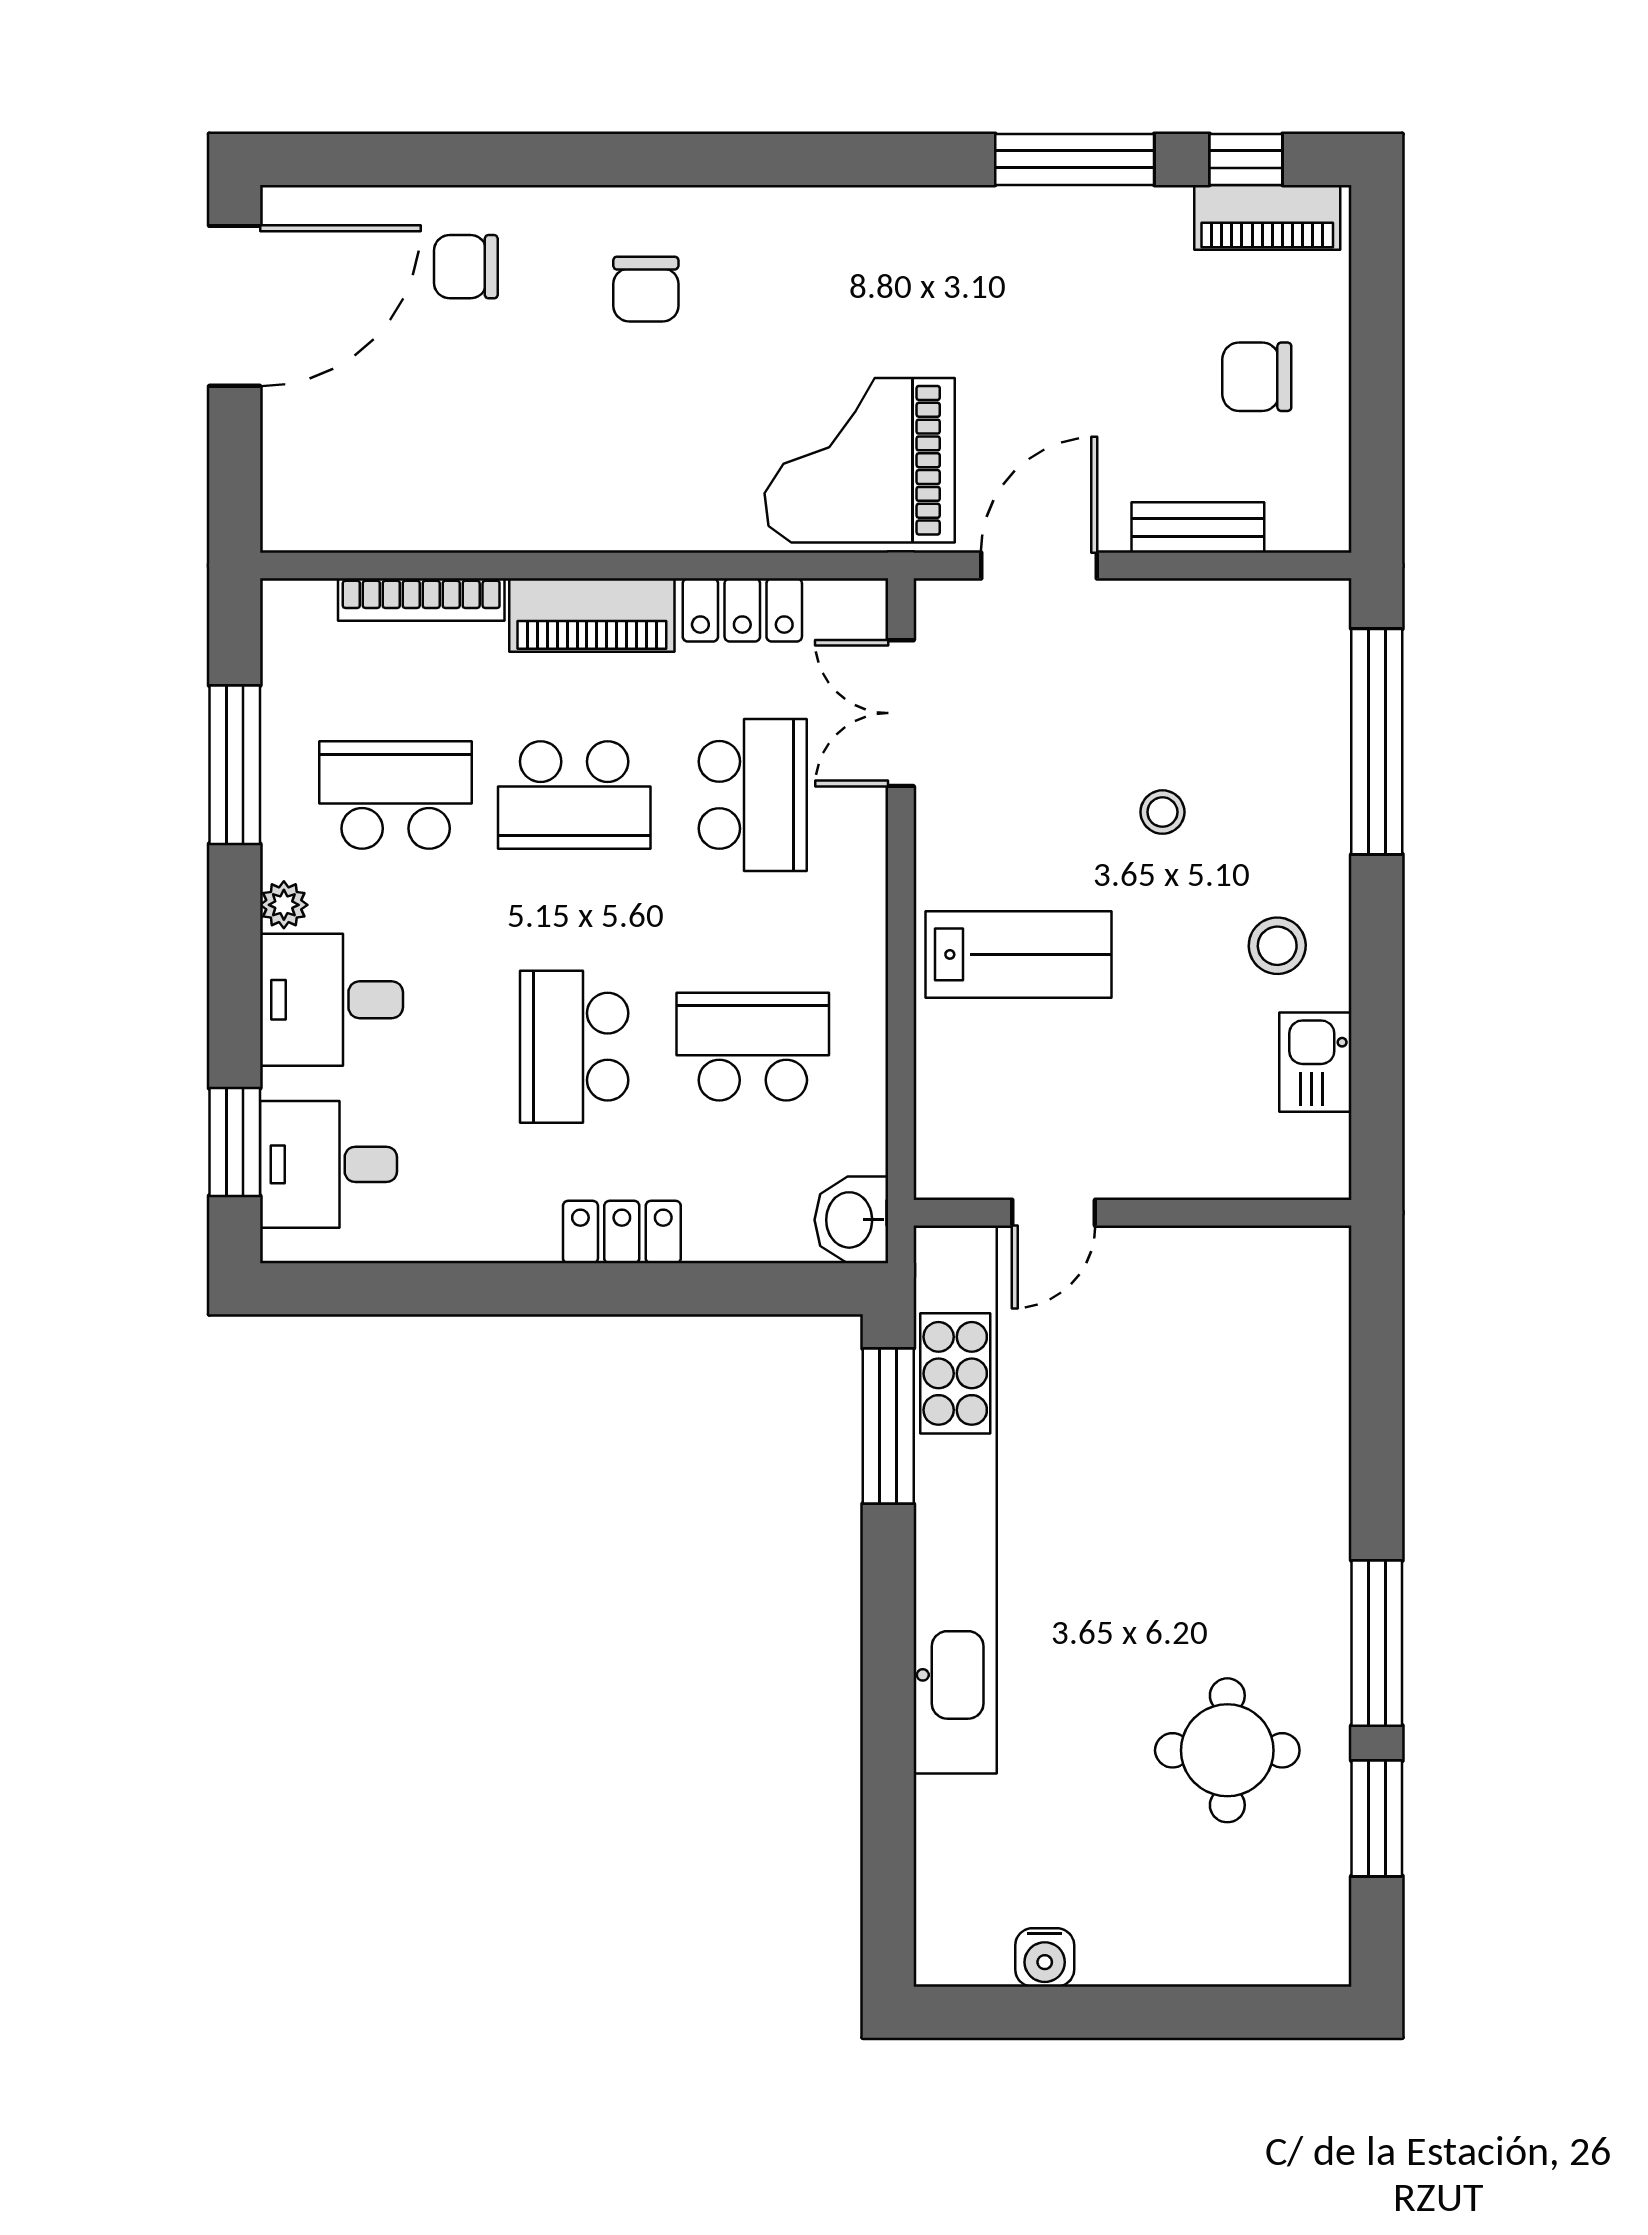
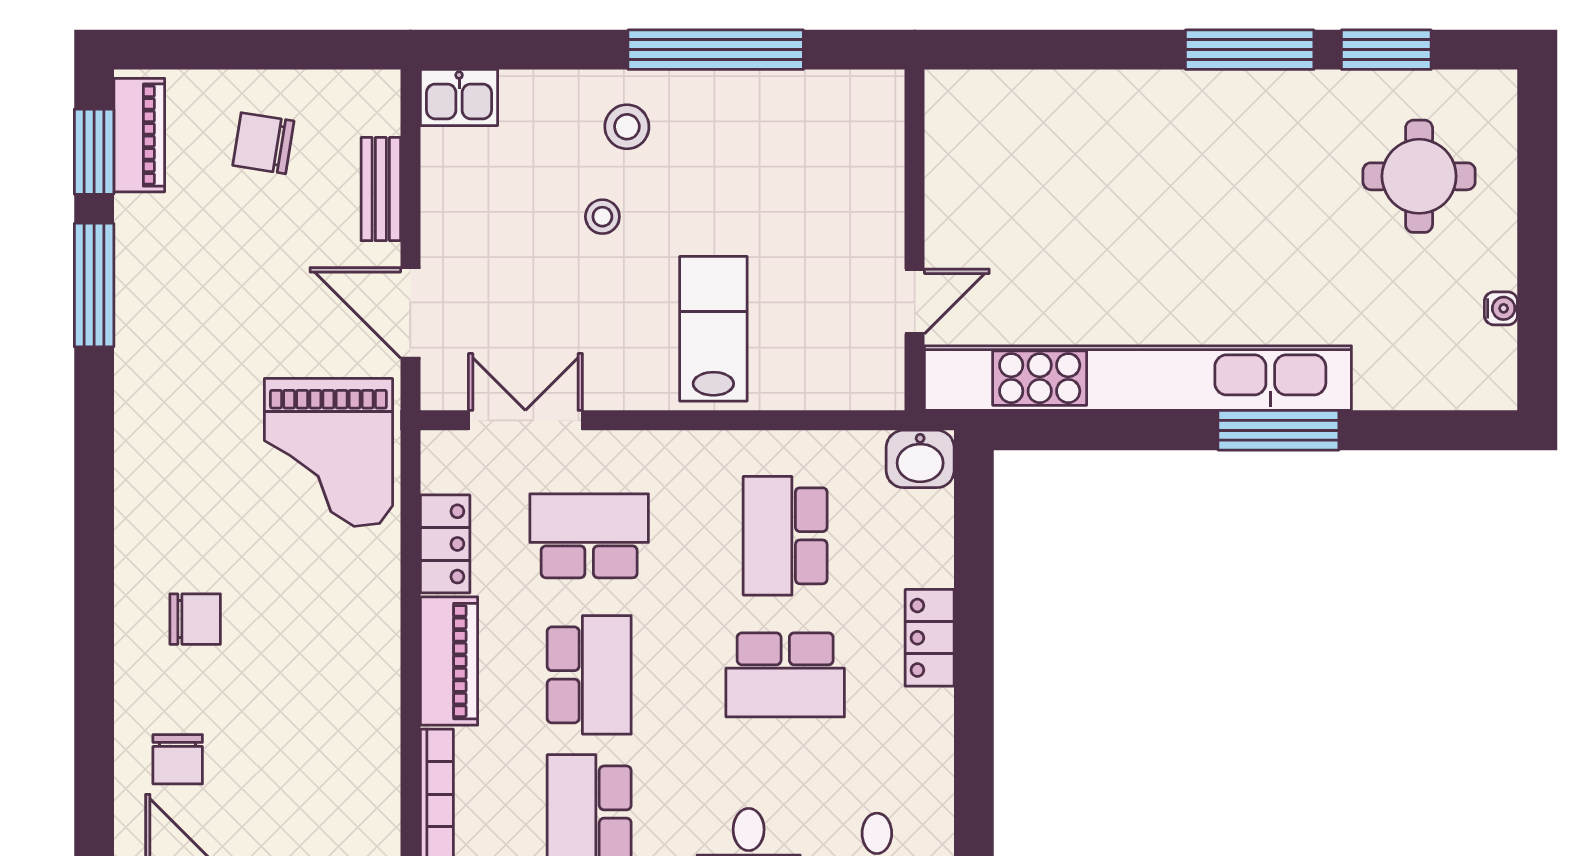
window: (1246, 159) -> (94, 152), width x1.50
chair: (1257, 377) -> (263, 143), turned 99
double door: (901, 713) -> (525, 420), swing flipped
window: (1377, 742) -> (716, 50), moved
stool: (1277, 946) -> (627, 127), moved
kitchen sink: (1315, 1062) -> (459, 98), moved
door: (1054, 1213) -> (915, 301), hinge flipped
window: (888, 1426) -> (1278, 430), moved
round table: (1227, 1750) -> (1419, 176), moved
water cooler: (1045, 1957) -> (1501, 308), width x0.72, depth x0.72

